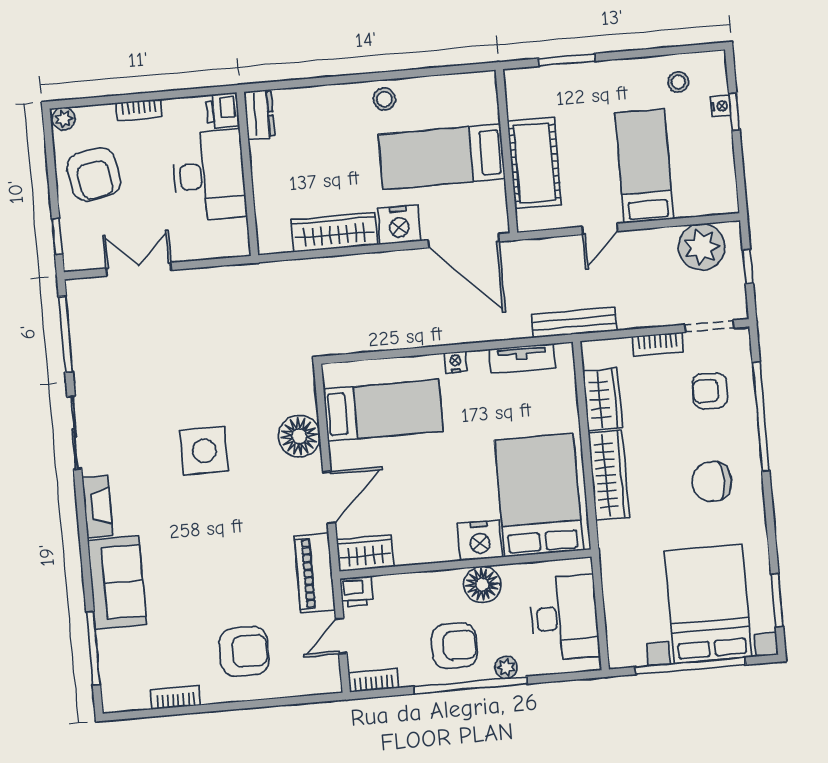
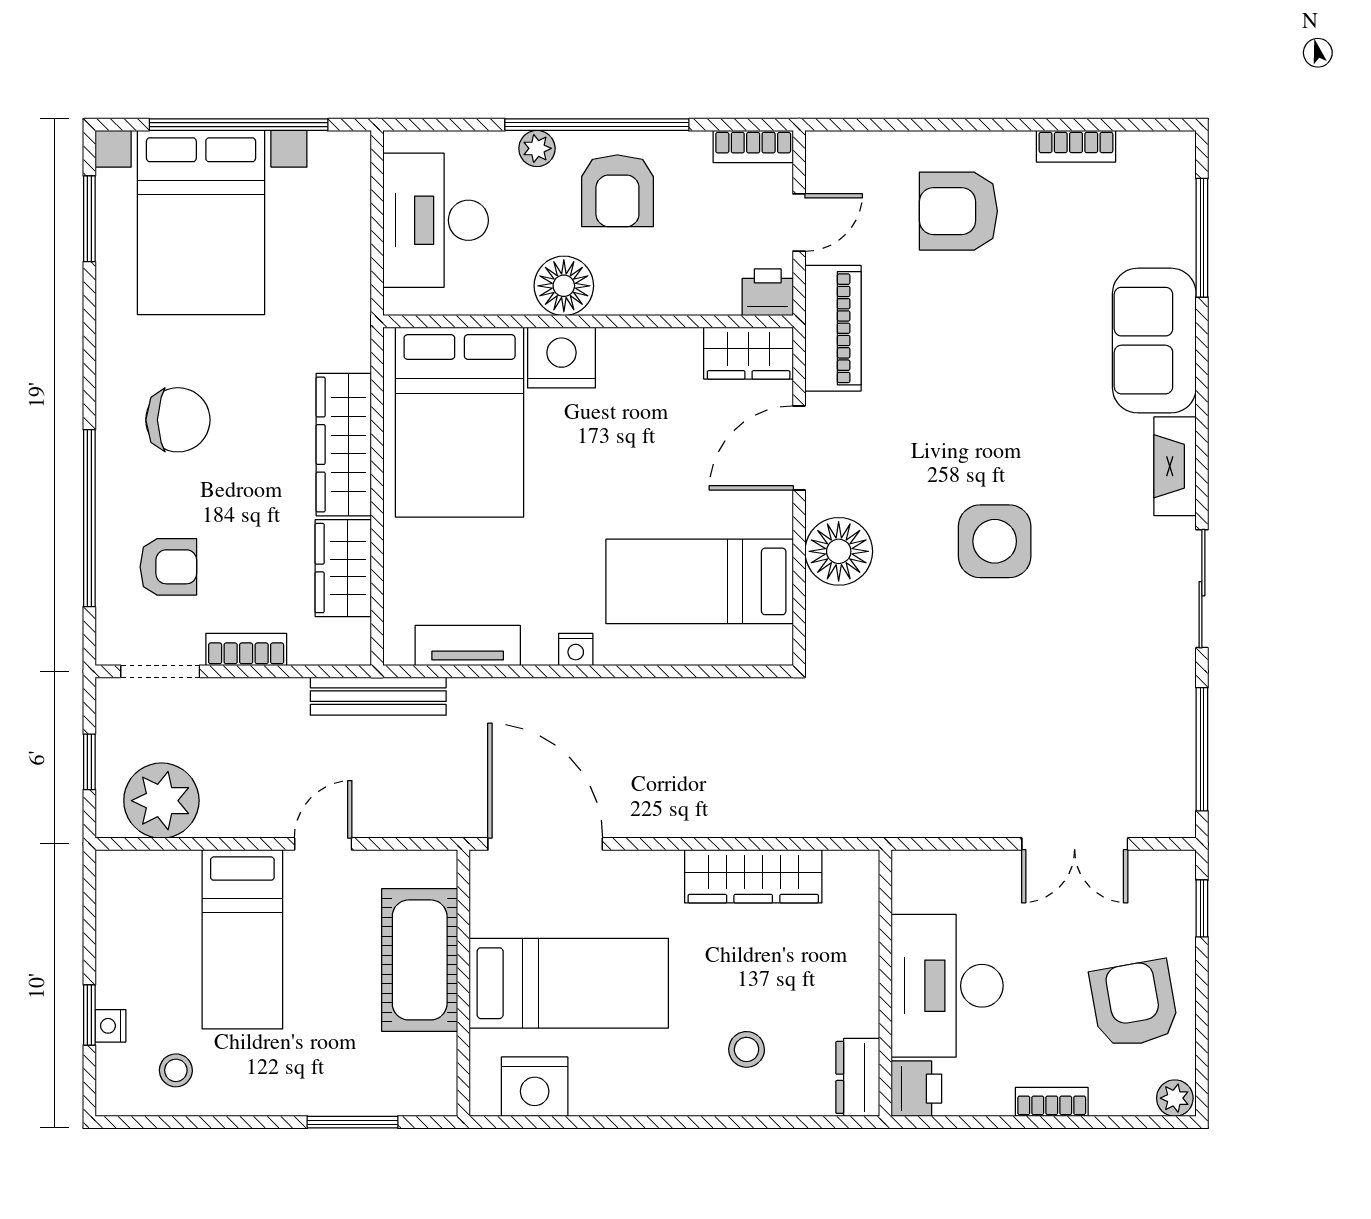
stool: (384, 99) -> (747, 1049), moved
nightstand: (399, 225) -> (535, 1087), moved, turned 180
armchair: (454, 646) -> (617, 191), turned -90

